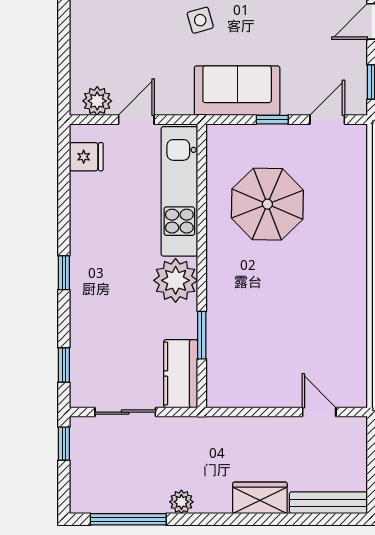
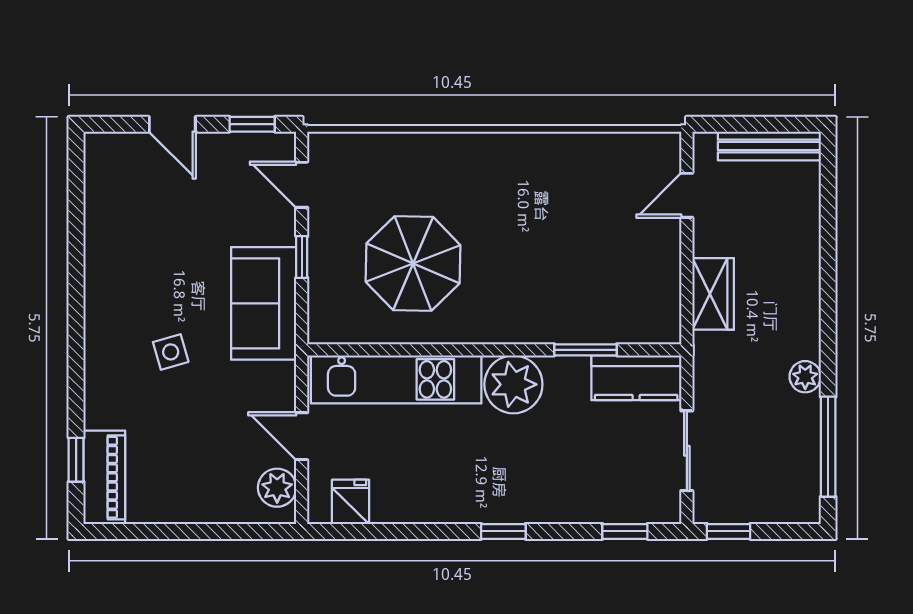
wardrobe: (260, 498) -> (713, 294), moved, turned 180
bench: (328, 503) -> (769, 146), moved, turned 90

